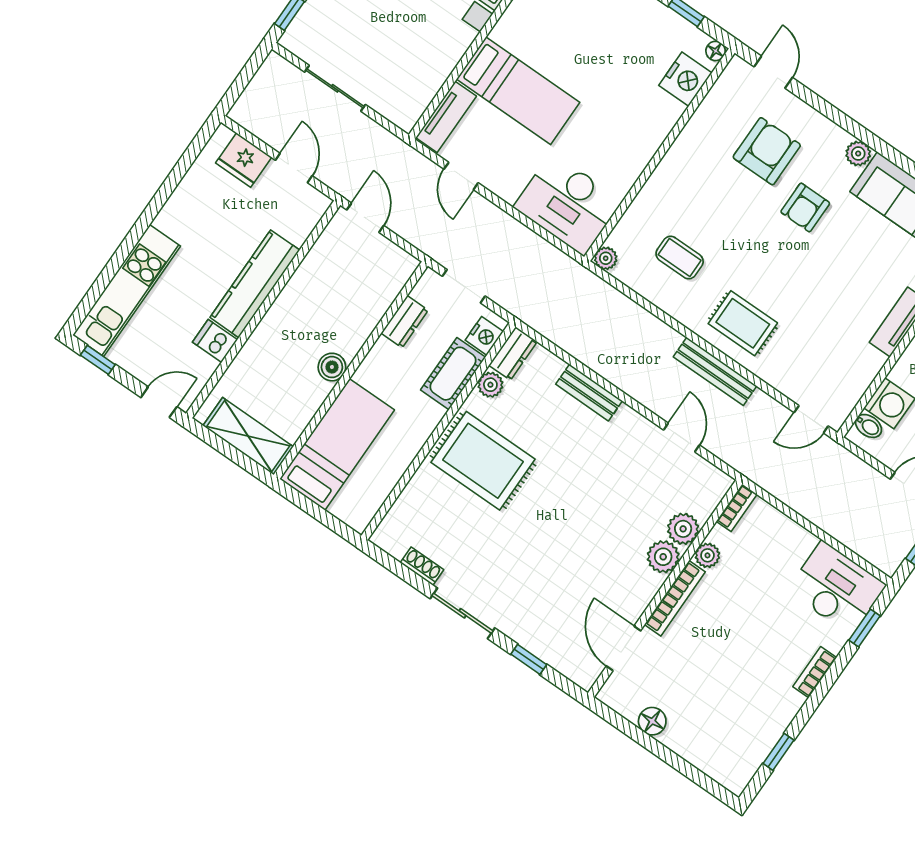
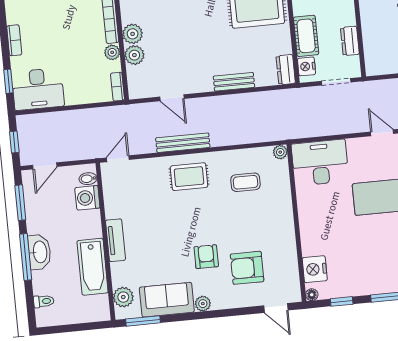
armchair: (767, 151) -> (247, 268), turned 90
plant: (490, 385) -> (284, 46), removed

